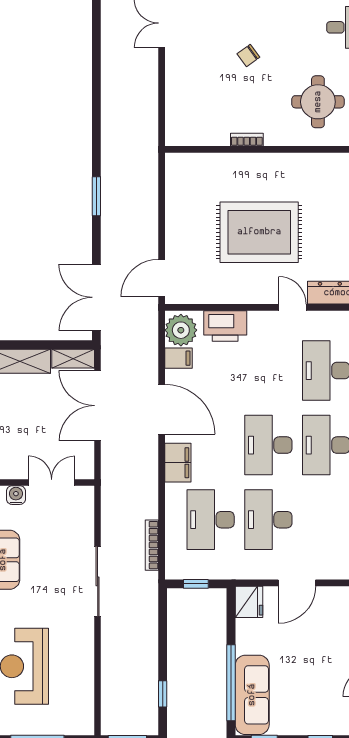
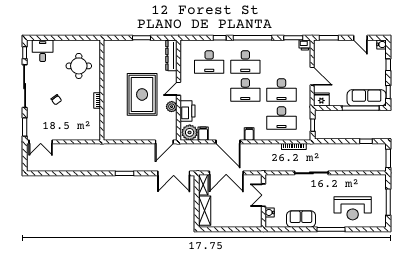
door: (162, 278) -> (164, 142), hinge flipped
plant: (234, 293) -> (172, 107), added
door: (292, 307) -> (179, 89), moved
door: (162, 409) -> (228, 142), swing flipped
filing cabinet: (178, 463) -> (249, 134), width x0.50

